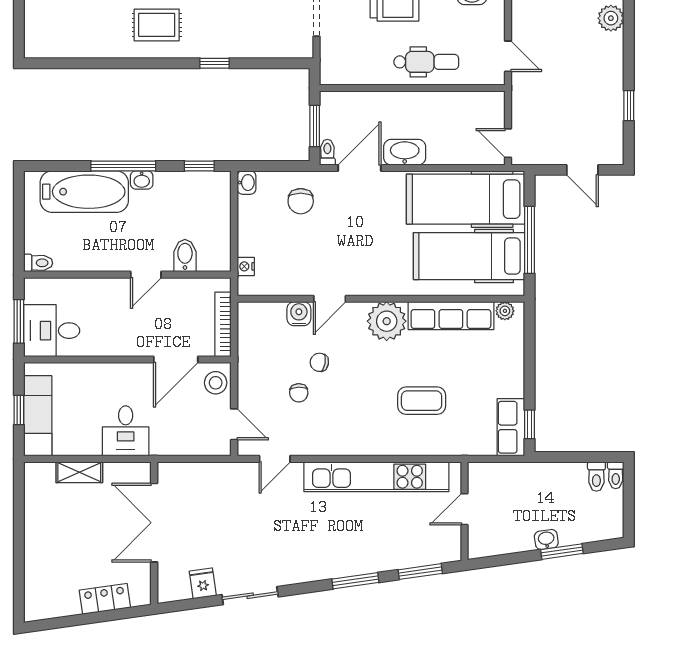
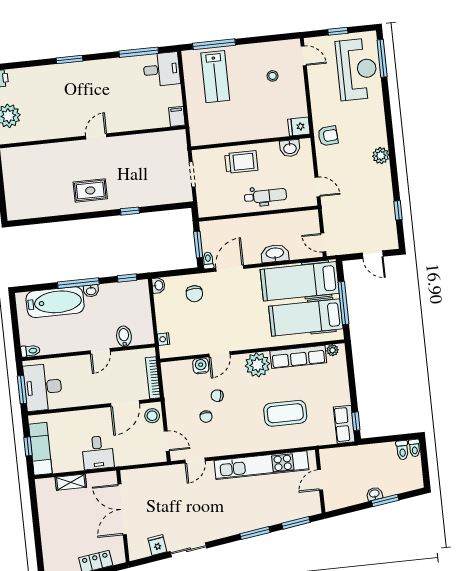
washbasin: (405, 152) -> (275, 253), moved
desk: (52, 331) -> (43, 387), width x1.37
coffee table: (422, 401) -> (285, 413), width x1.36, depth x1.32

